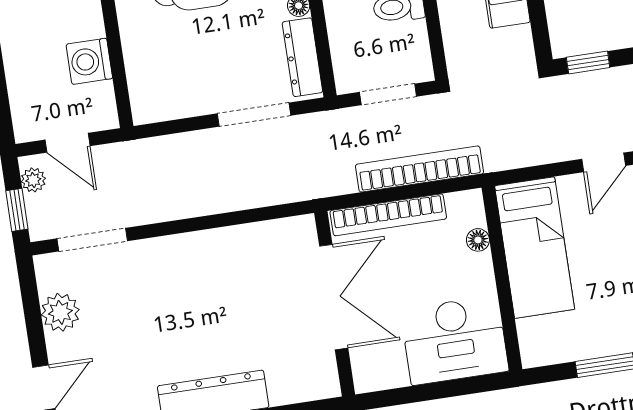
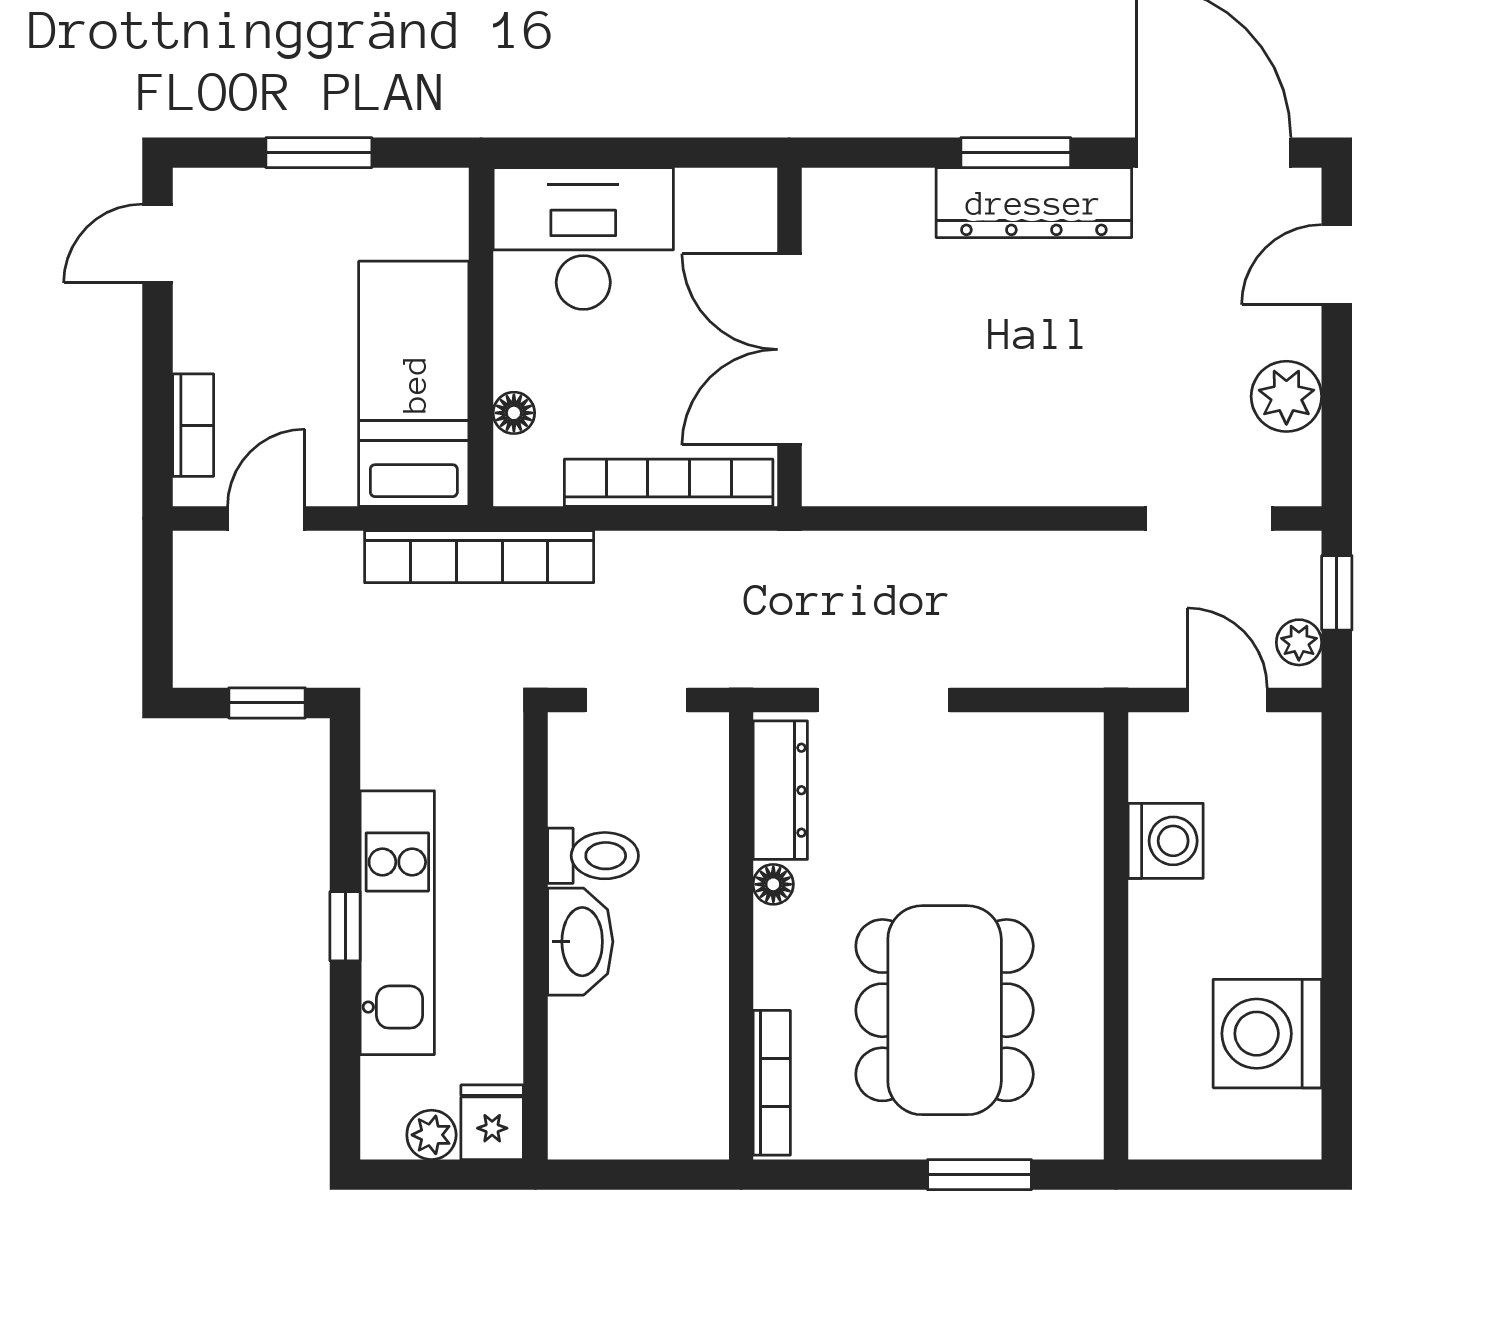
bookcase: (420, 169) -> (479, 557), moved

